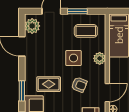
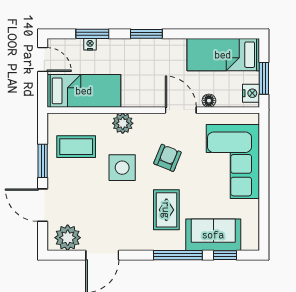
coffee table: (86, 31) -> (76, 147), turned 90
window: (22, 91) -> (178, 255), width x1.44

